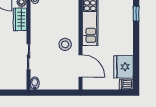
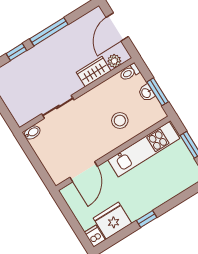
window: (136, 14) -> (147, 219), moved
stool: (65, 44) -> (120, 121), moved

